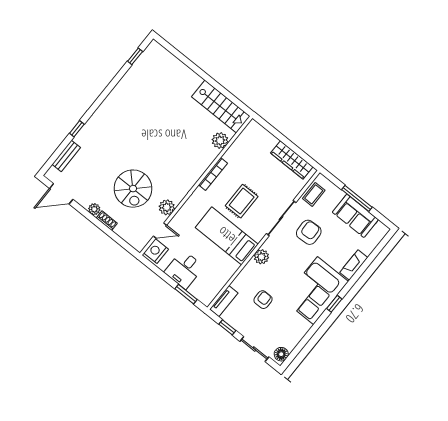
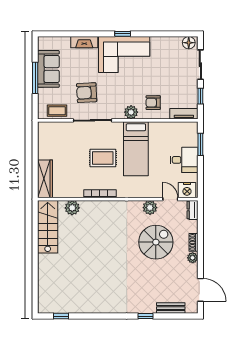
wardrobe: (292, 160) -> (45, 179), moved
dresser: (135, 242) -> (192, 210), added
armchair: (263, 300) -> (153, 103), moved

